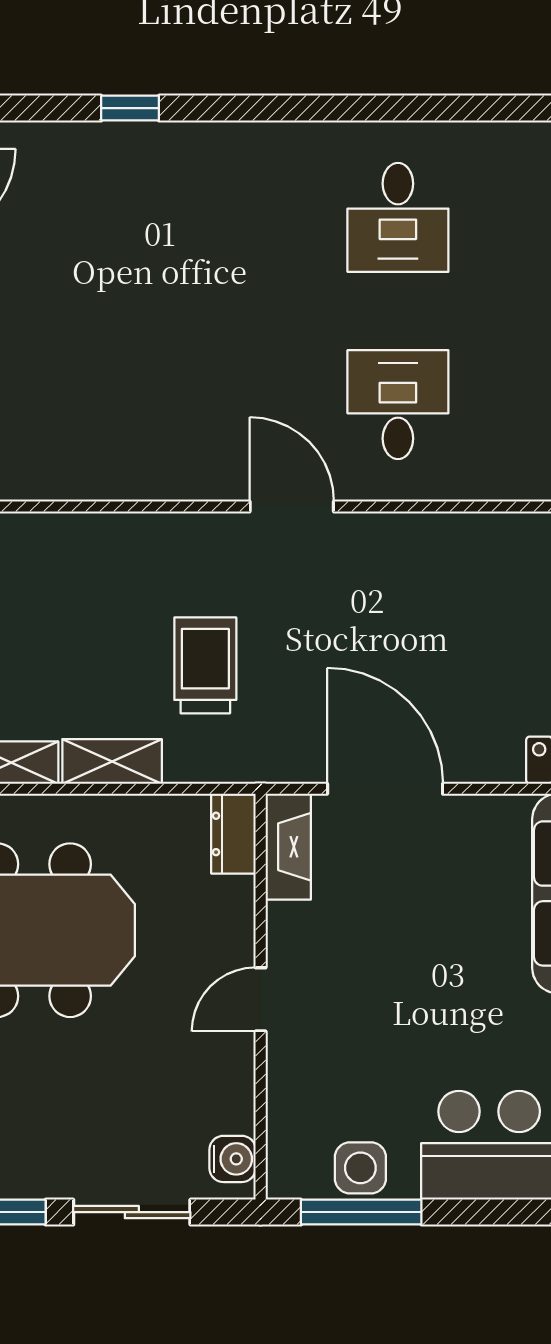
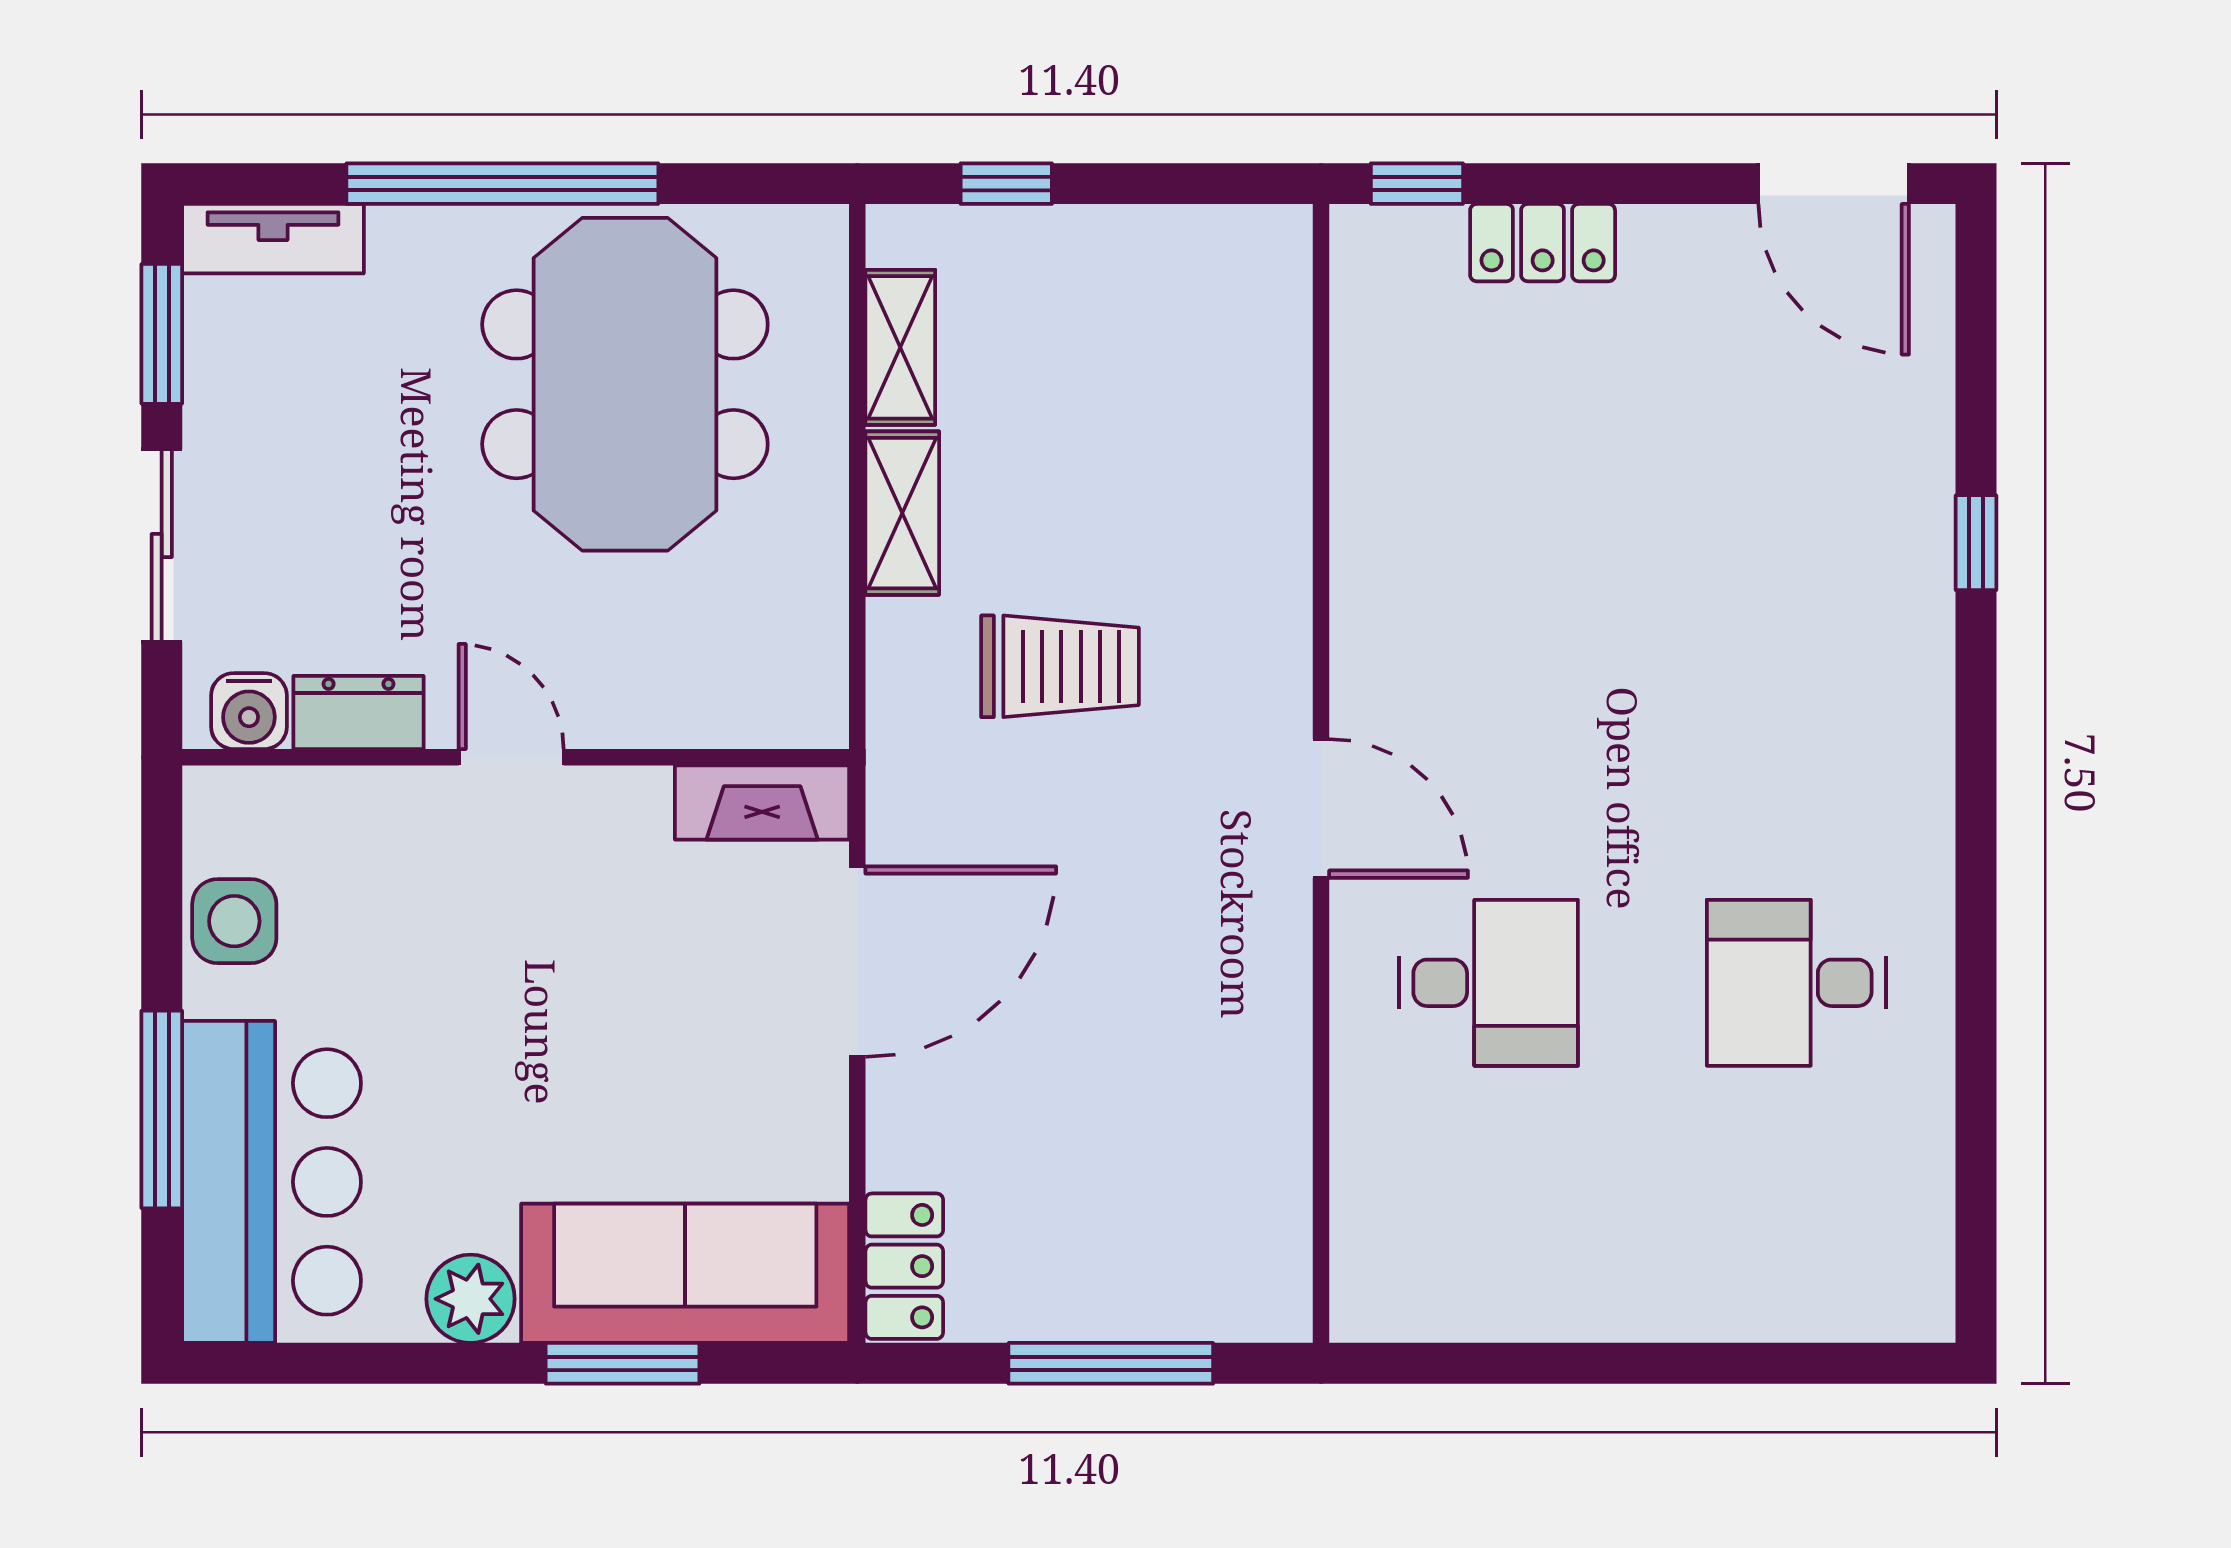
door: (292, 507) -> (1321, 808), hinge flipped
dresser: (233, 834) -> (359, 712), moved
window: (361, 1212) -> (162, 1109), moved

